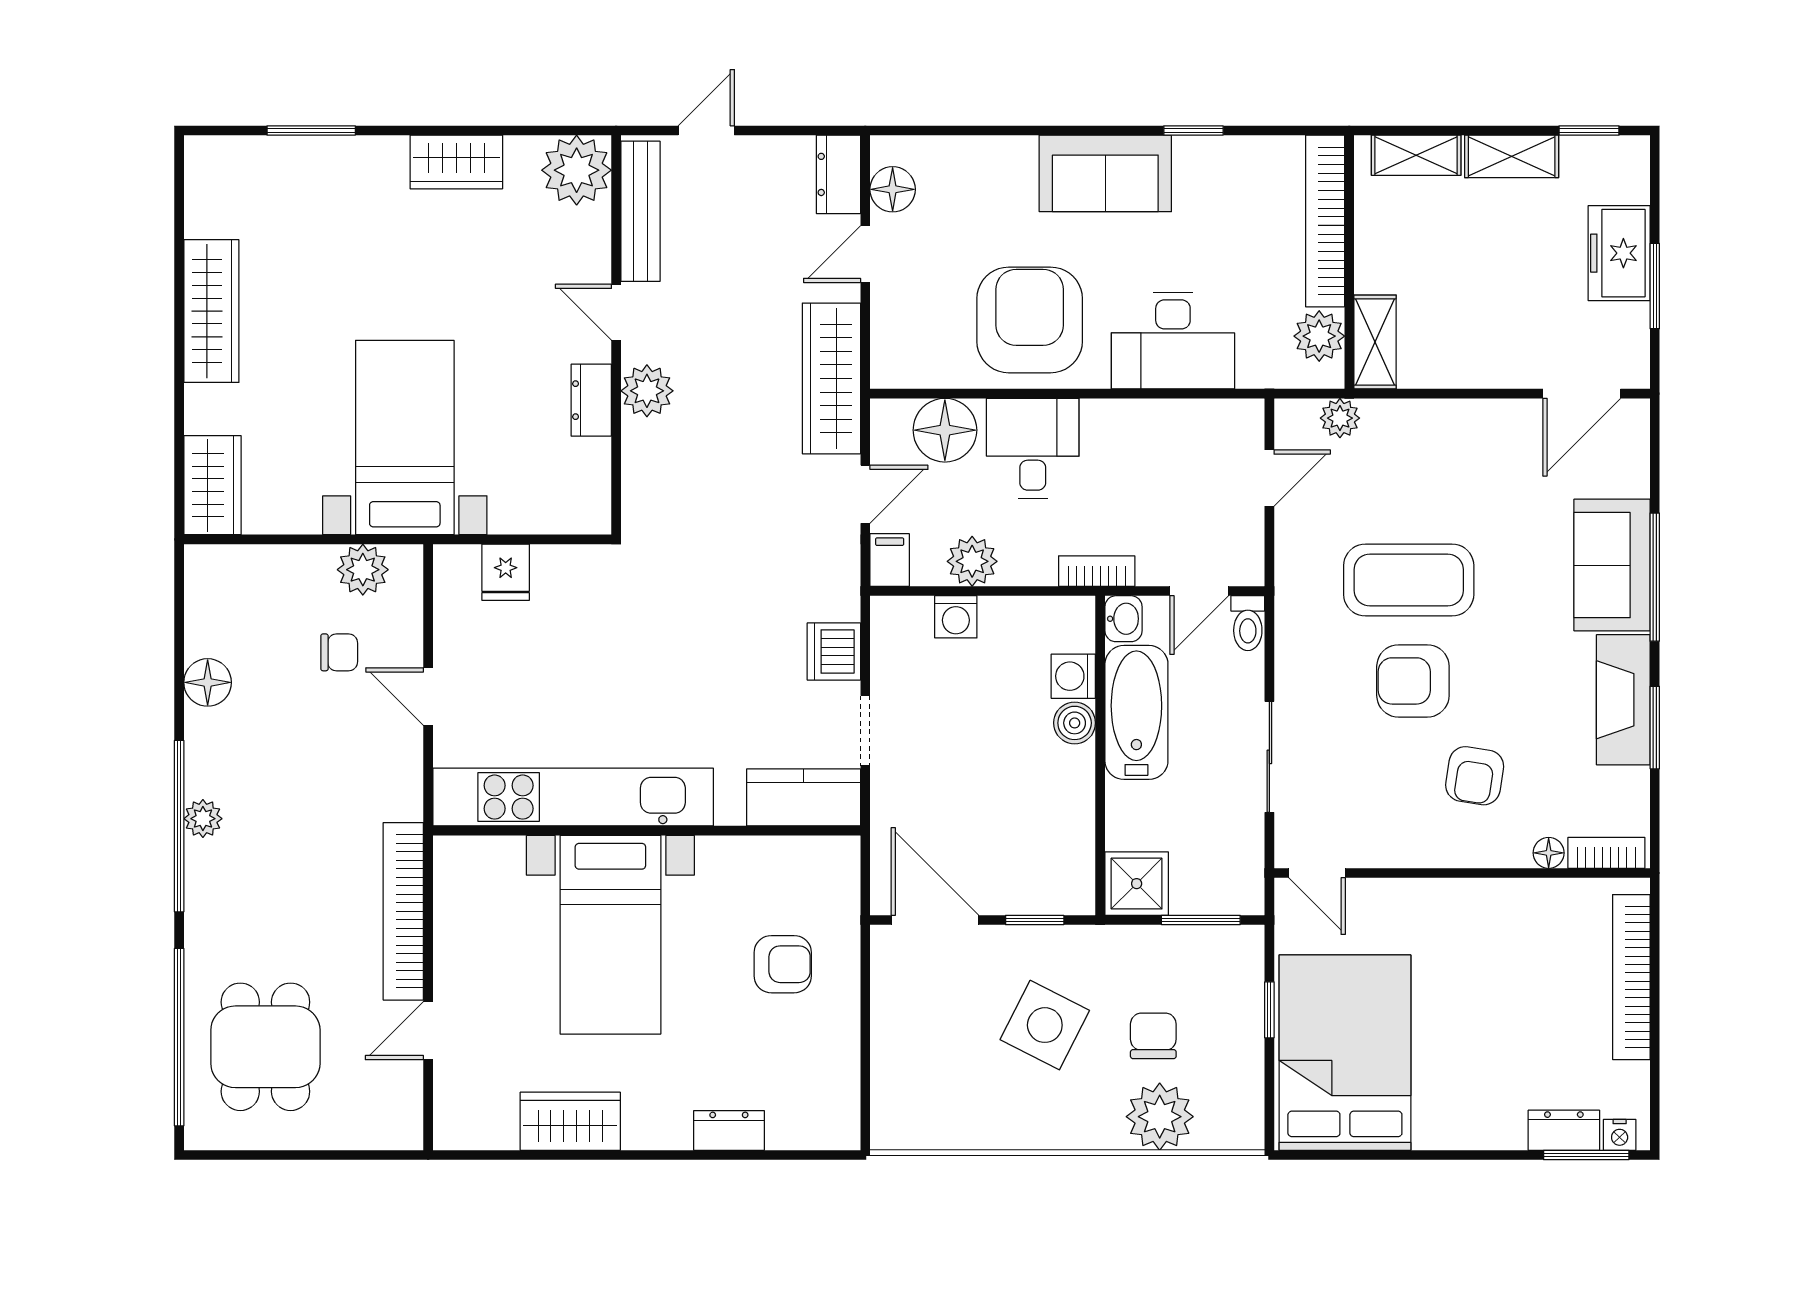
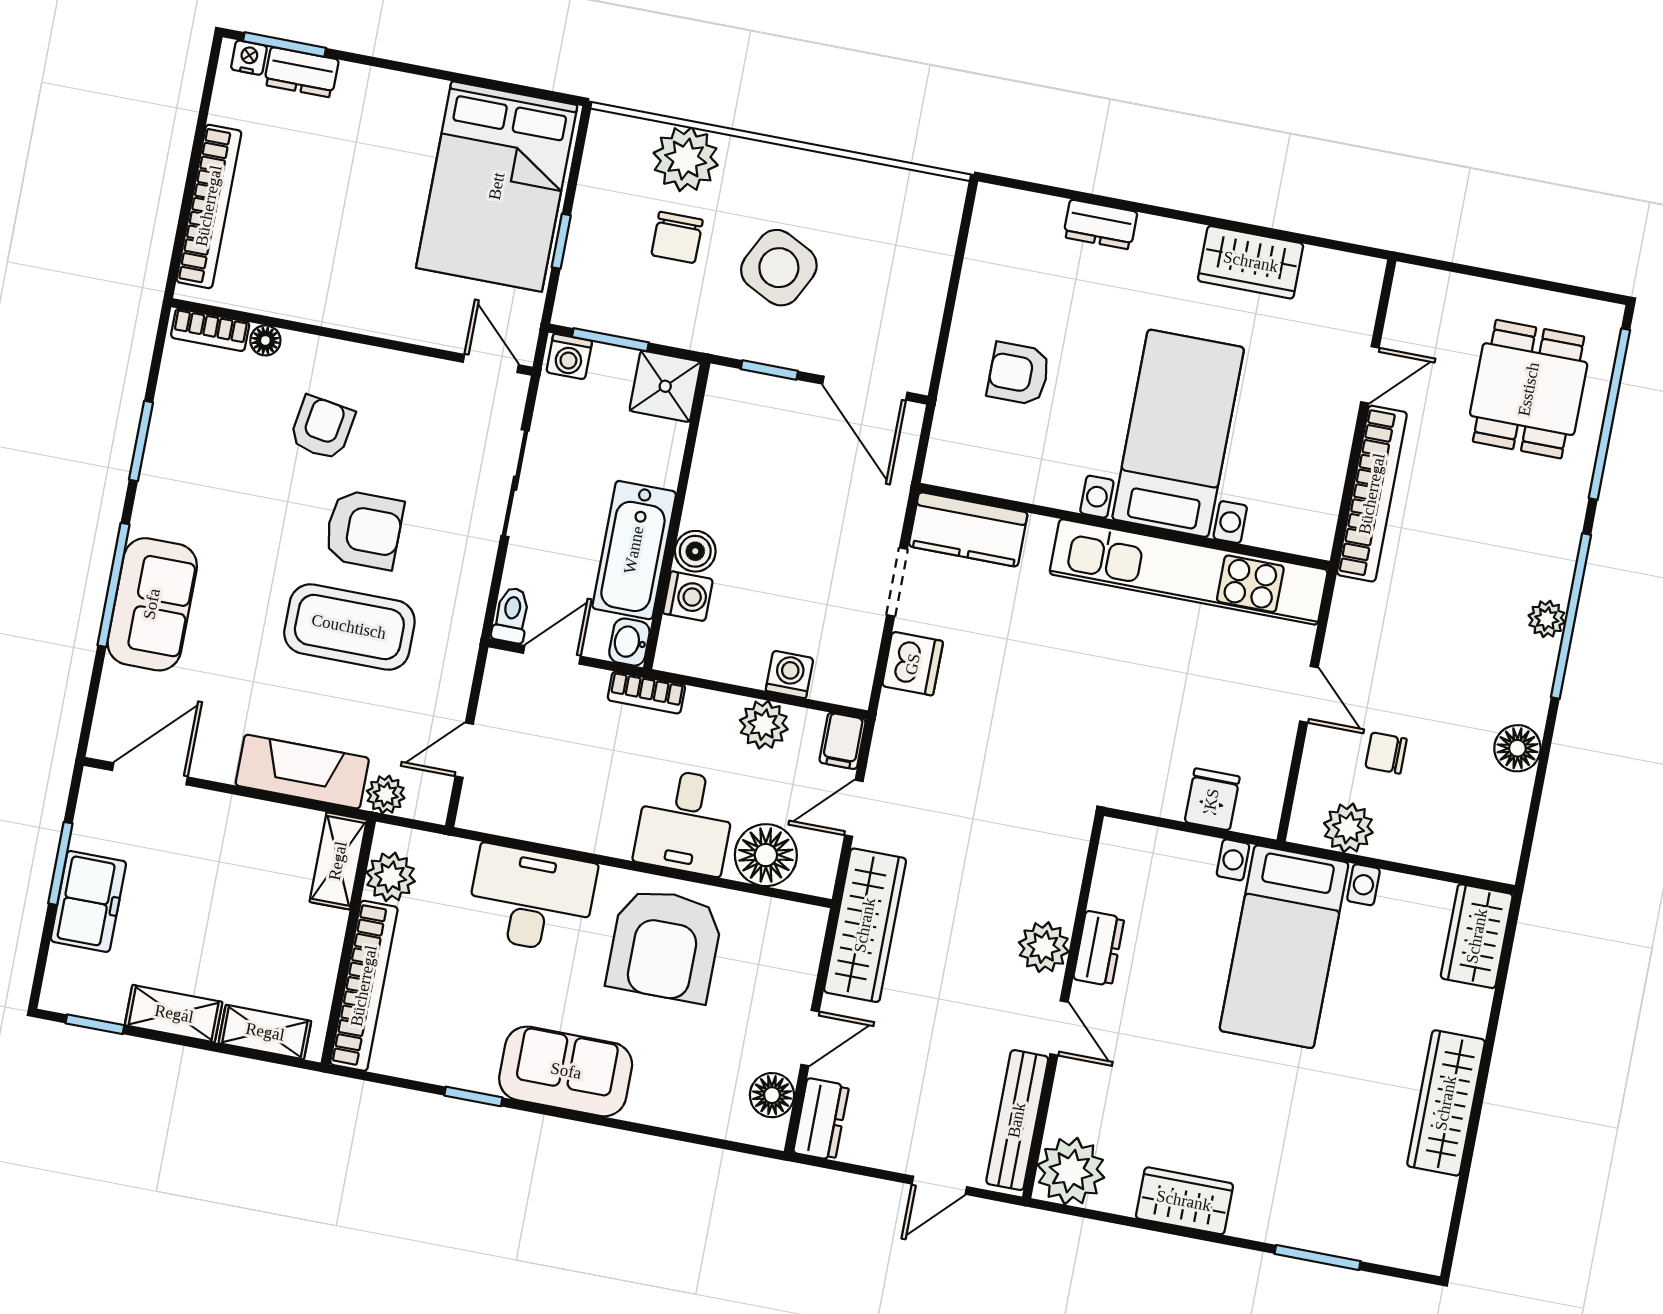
fireplace: (1623, 700) -> (302, 772), moved, turned -90
washing machine: (1239, 895) -> (569, 357), added

